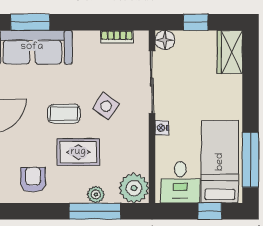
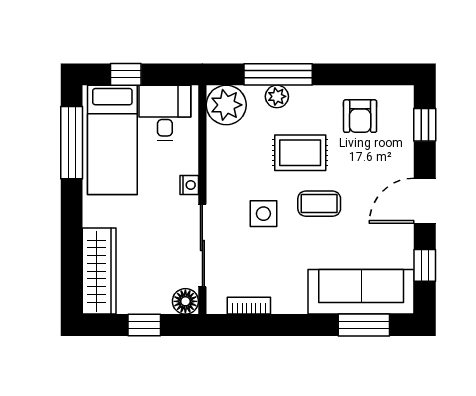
wardrobe: (230, 52) -> (99, 271), width x1.50
side table: (106, 106) -> (263, 214), turned -34

